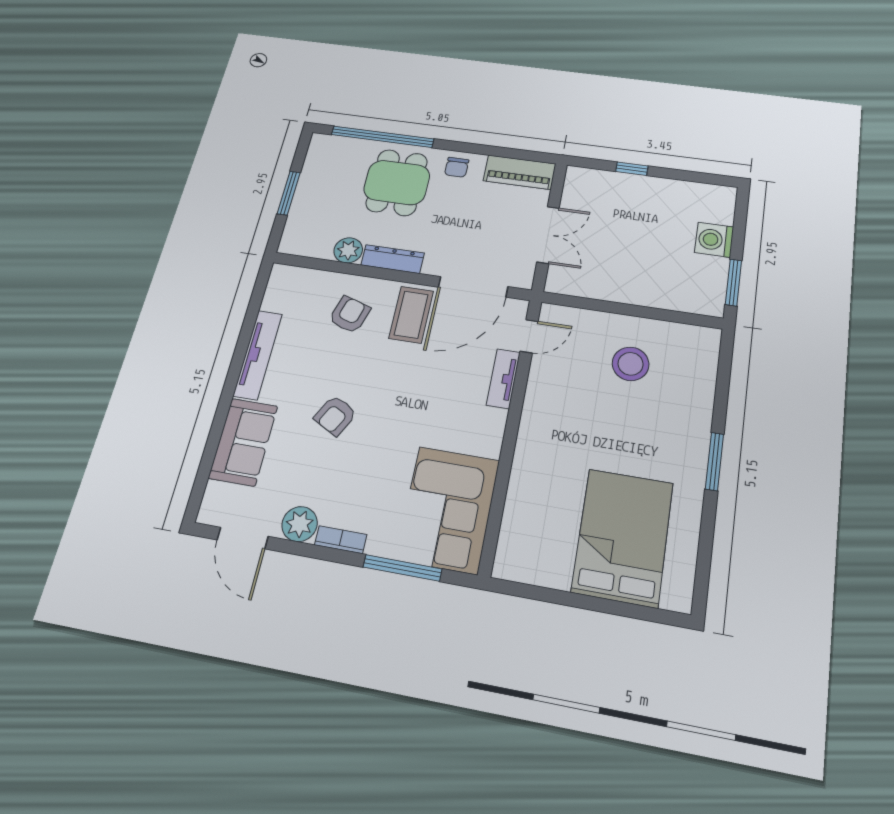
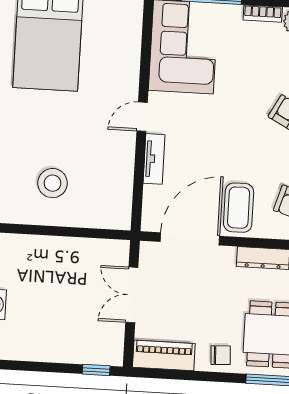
chair: (457, 167) -> (221, 355), turned 87
window: (632, 169) -> (96, 370), moved
door: (529, 336) -> (142, 117), moved

